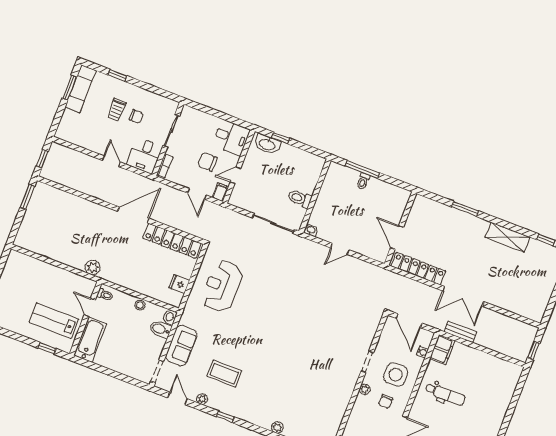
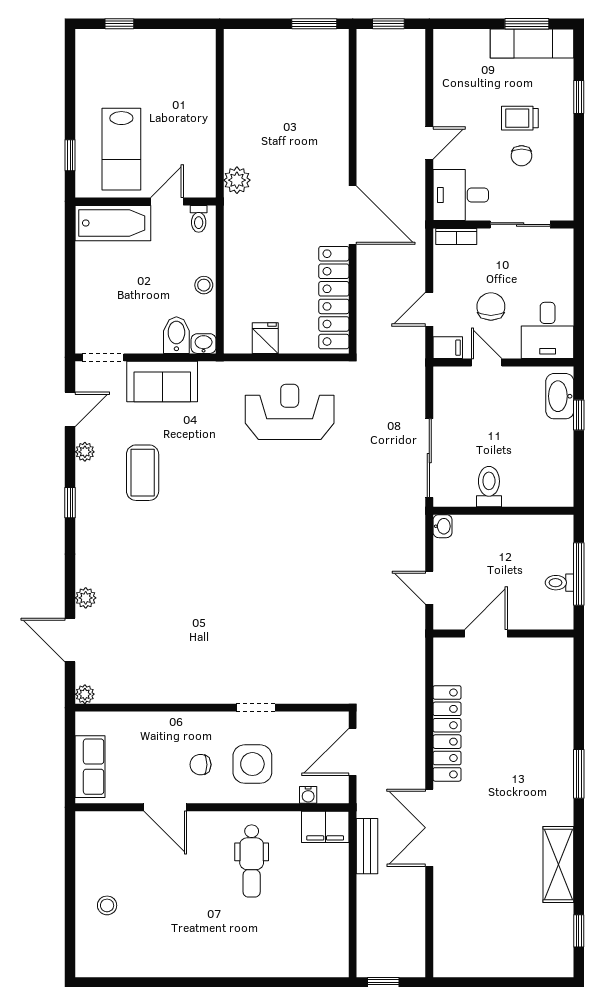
wall: (400, 228) -> (503, 633), moved
door: (397, 237) -> (486, 633), moved
lab bench: (54, 321) -> (121, 149), turned 180
plant: (365, 389) -> (207, 721), removed

